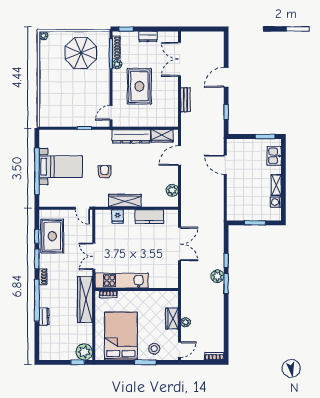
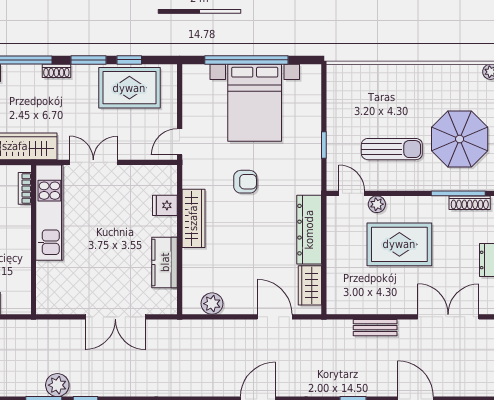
plant: (117, 64) -> (377, 204), moved
sun lounger: (86, 90) -> (392, 149), added
bed with nightstands: (61, 167) -> (255, 103), width x1.36

